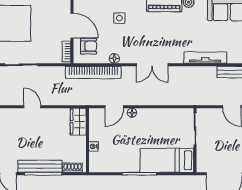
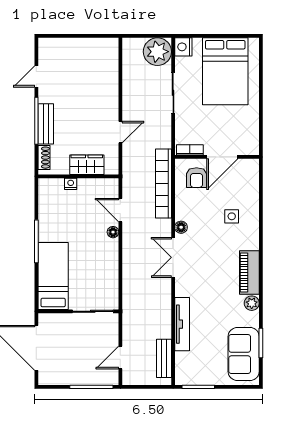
floor lamp: (114, 58) -> (181, 227), moved
door: (32, 107) -> (120, 132), moved
wardrobe: (78, 122) -> (87, 165), moved
bench: (40, 166) -> (46, 124), width x0.73

